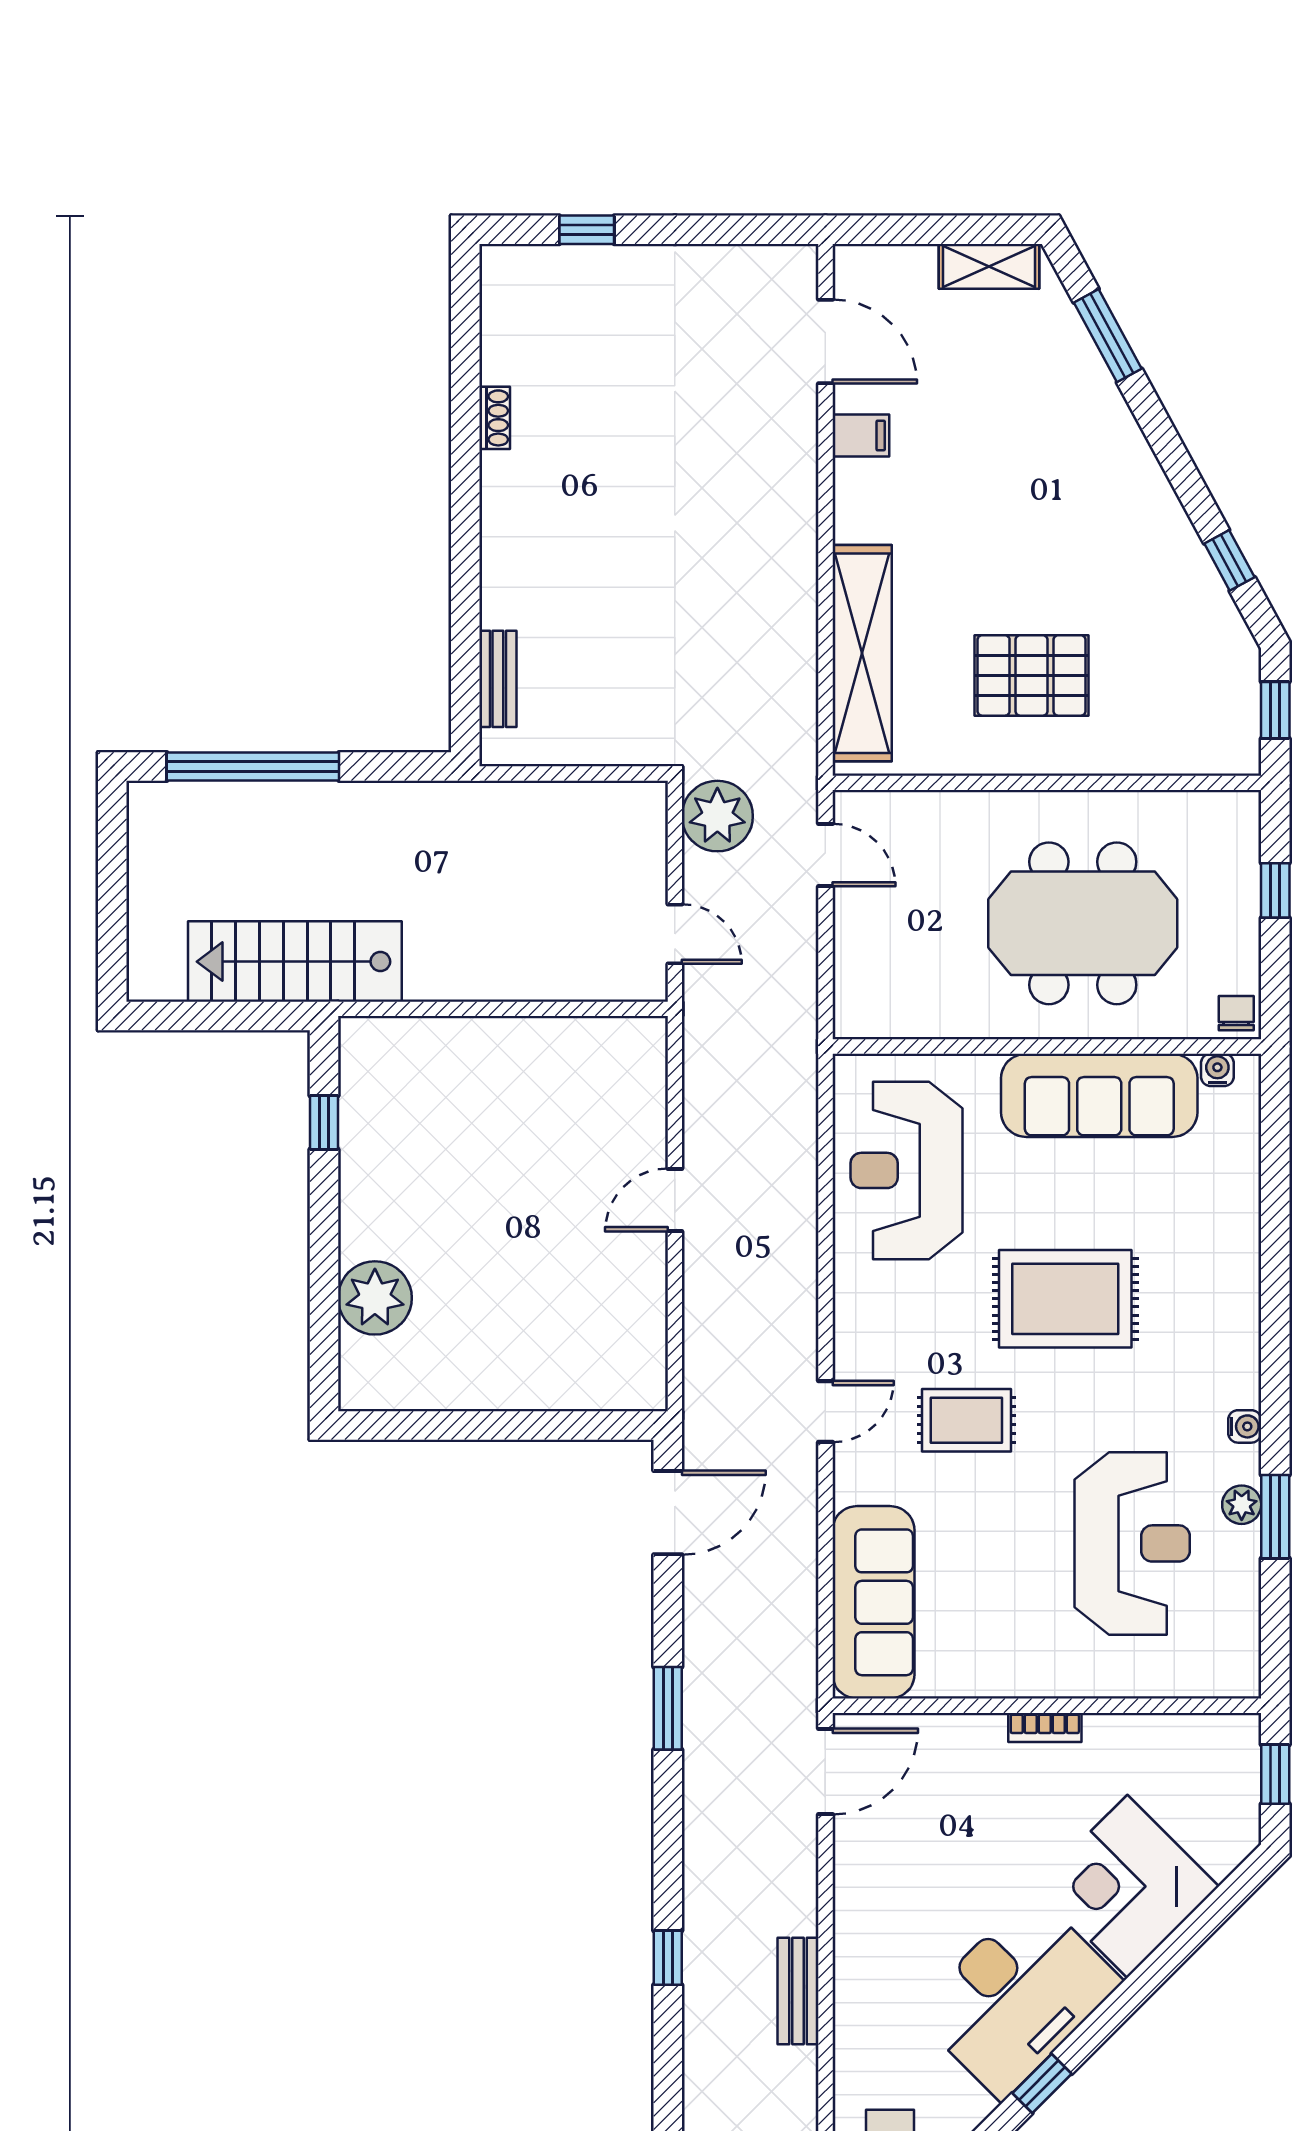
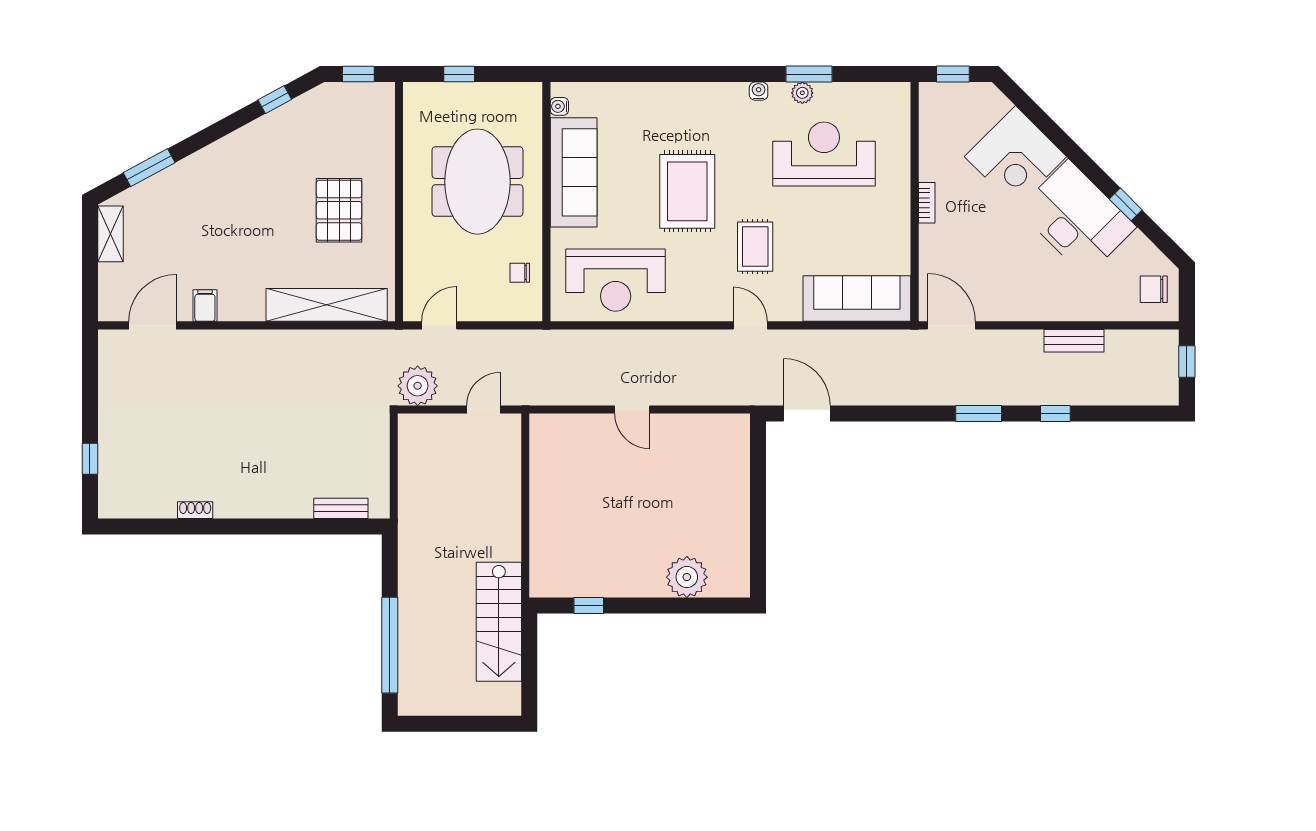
chair: (1236, 1013) -> (520, 273), moved
window: (668, 1708) -> (979, 413), moved

